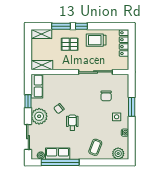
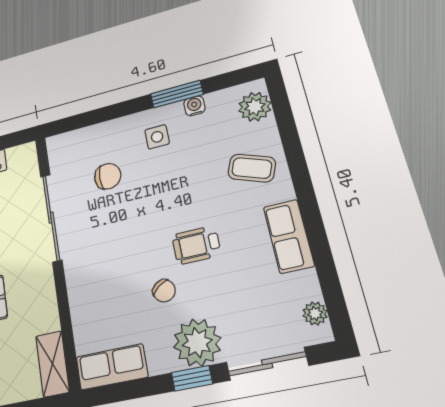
window: (28, 101) -> (192, 378), moved
window: (132, 107) -> (177, 94), moved
row of seats: (58, 154) -> (289, 236), moved
window: (60, 162) -> (321, 252), removed

